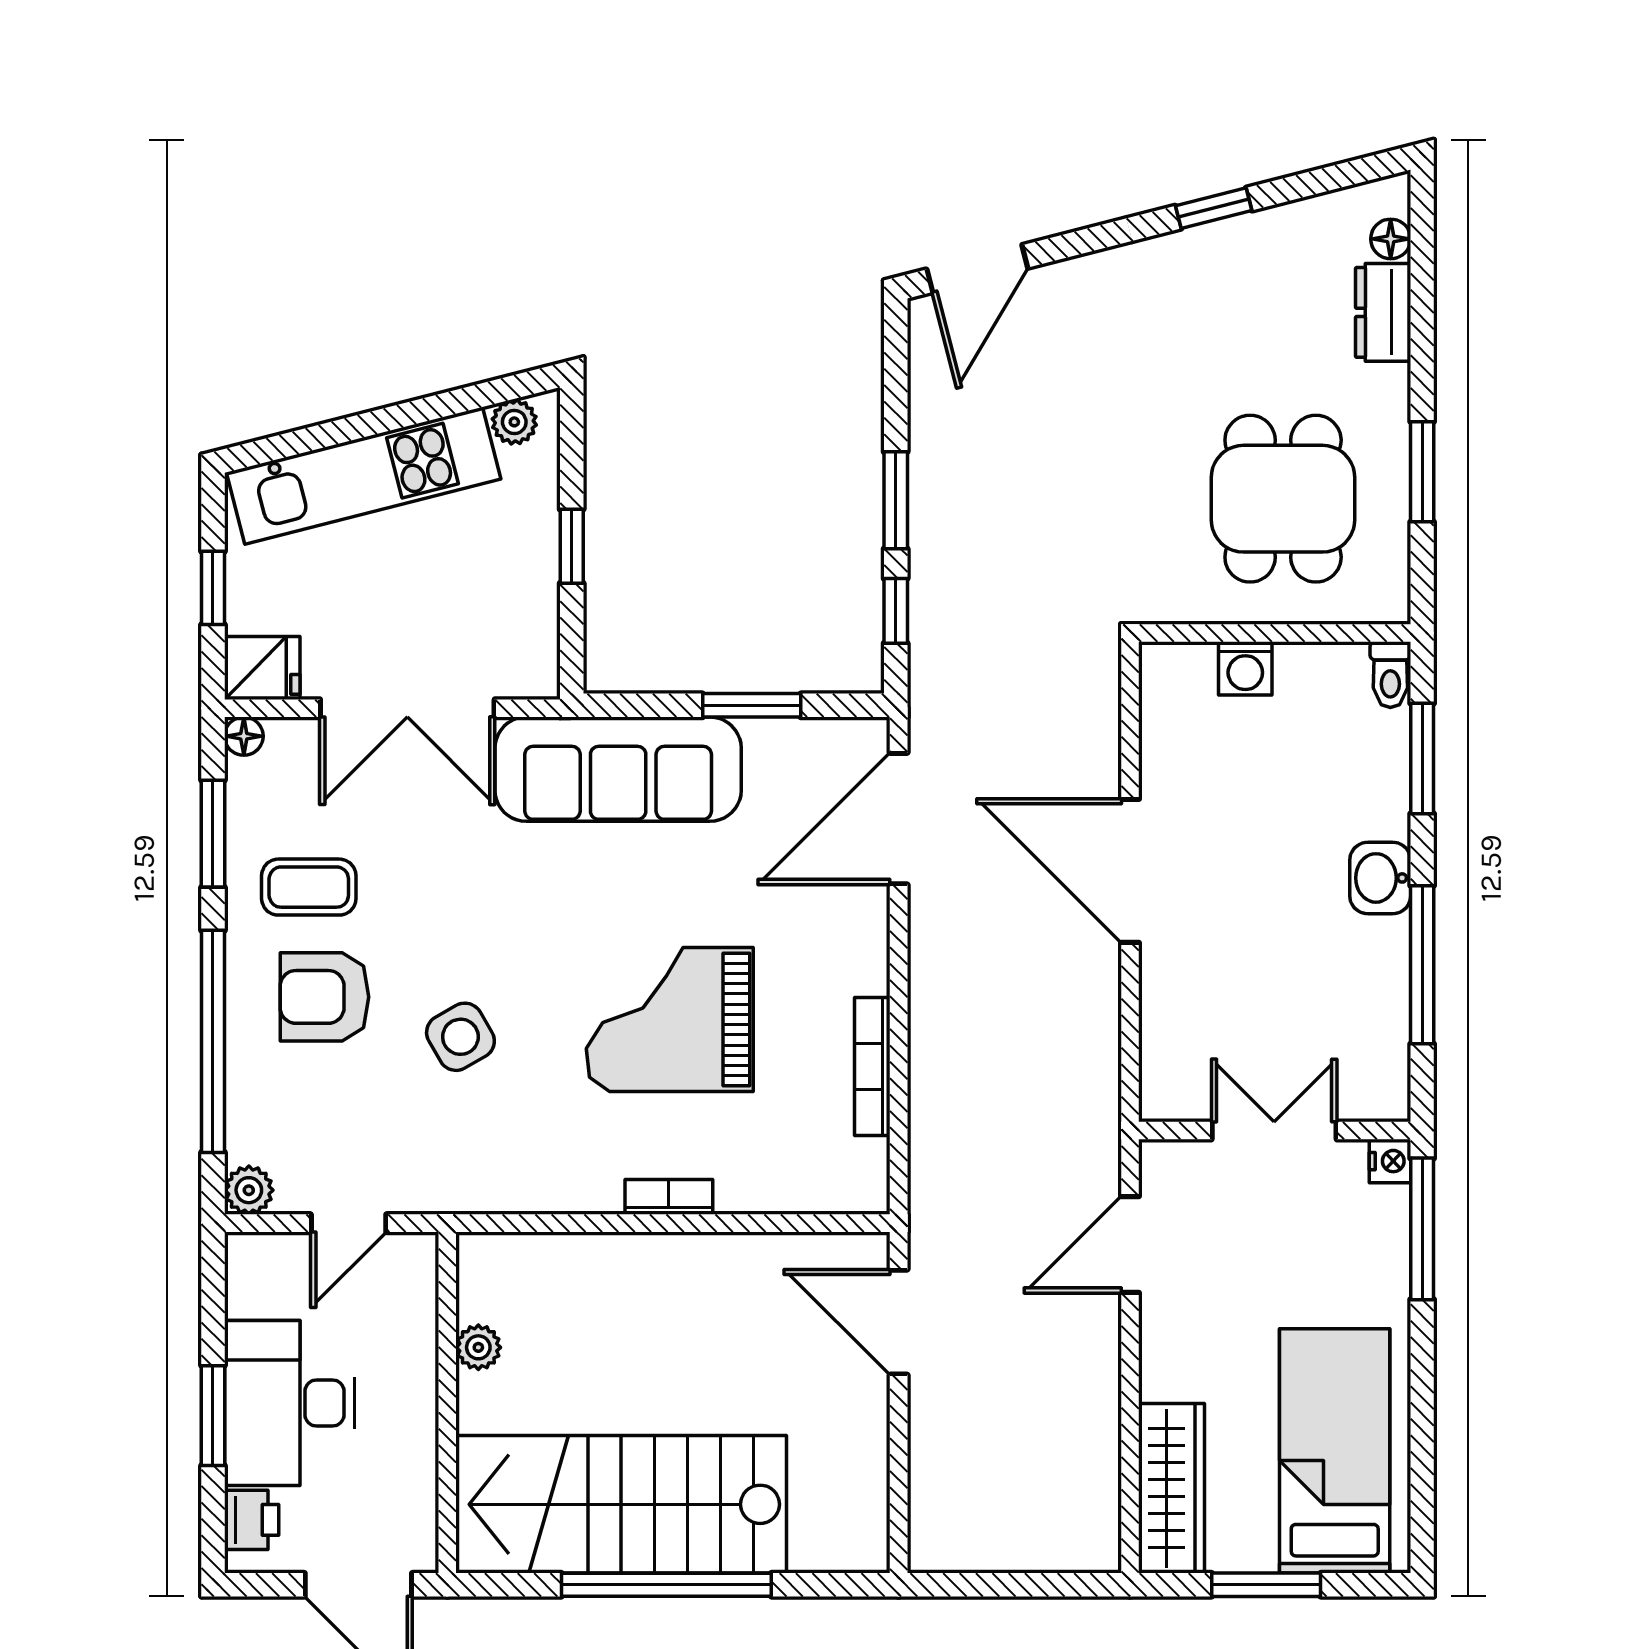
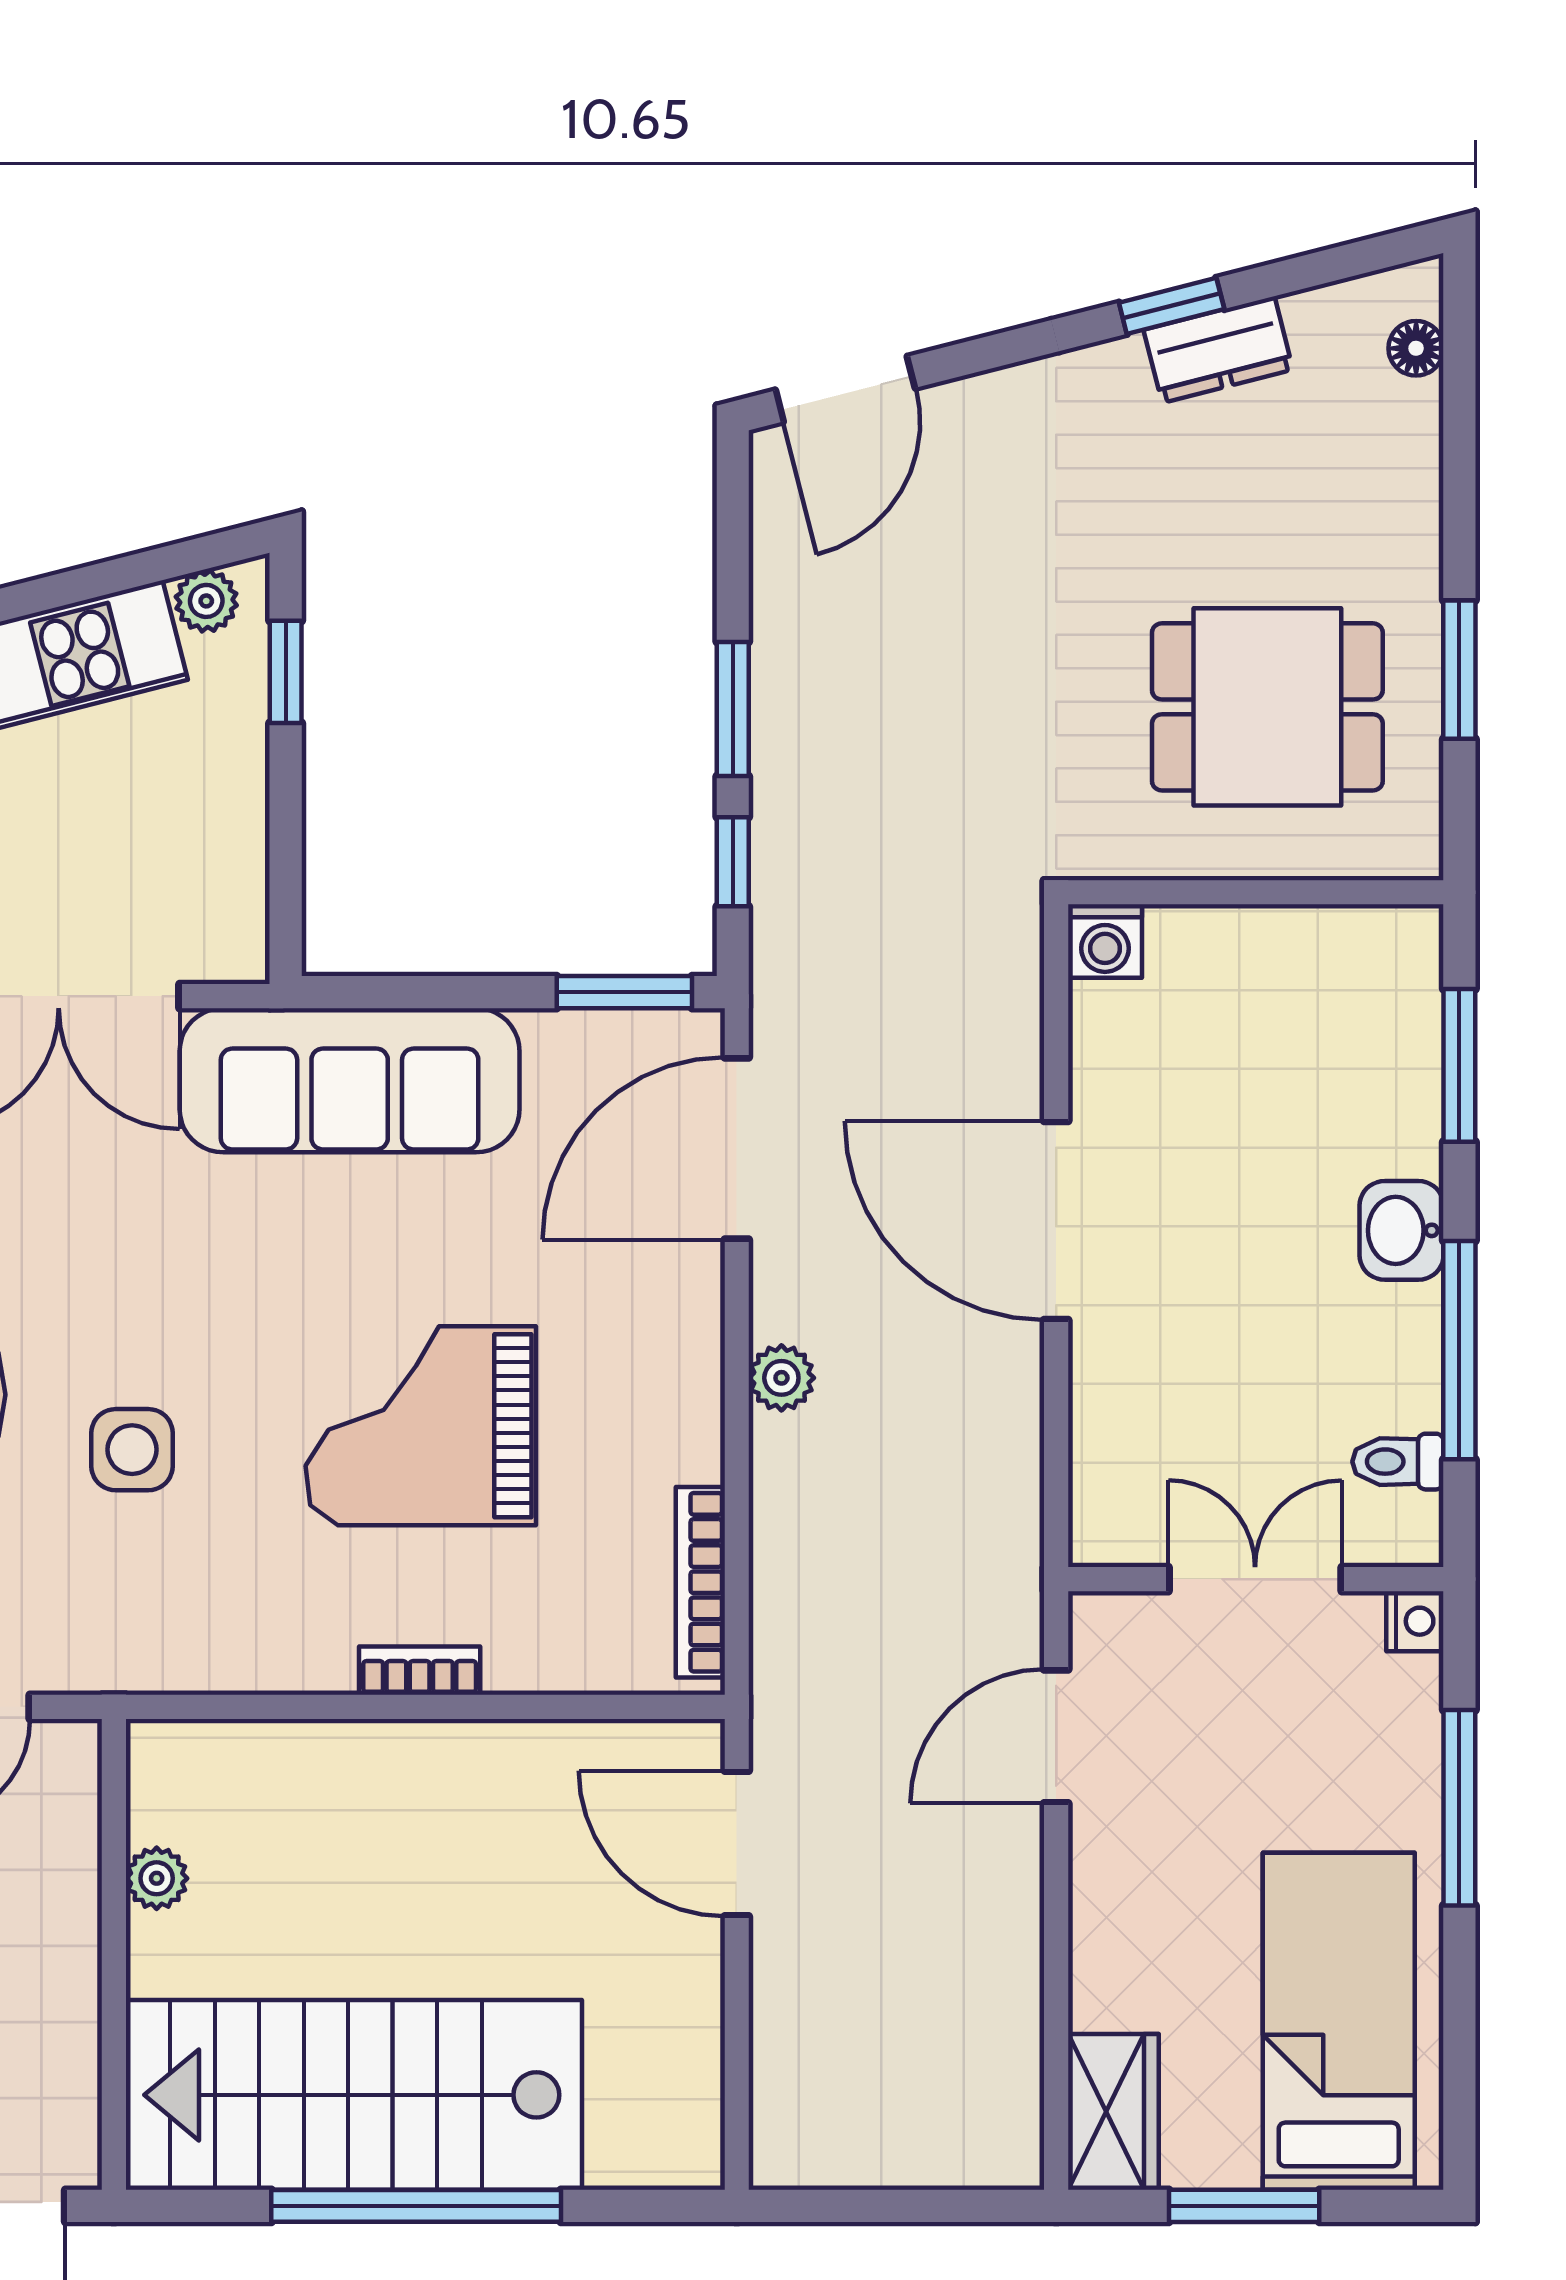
dresser: (1383, 312) -> (1218, 350), moved, turned -104
dining table: (1283, 499) -> (1267, 707), turned 90
window: (572, 546) -> (286, 672), moved
washing machine: (1245, 668) -> (1105, 941), moved
toilet: (1390, 675) -> (1398, 1462), moved, turned 90
window: (752, 705) -> (624, 992), moved
plant: (931, 985) -> (781, 1378), added
side table: (460, 1037) -> (132, 1450), turned 30
bookcase: (872, 1067) -> (700, 1582), moved
window: (1422, 1229) -> (1459, 1808), moved
wardrobe: (1171, 1488) -> (1113, 2112), width x0.67

